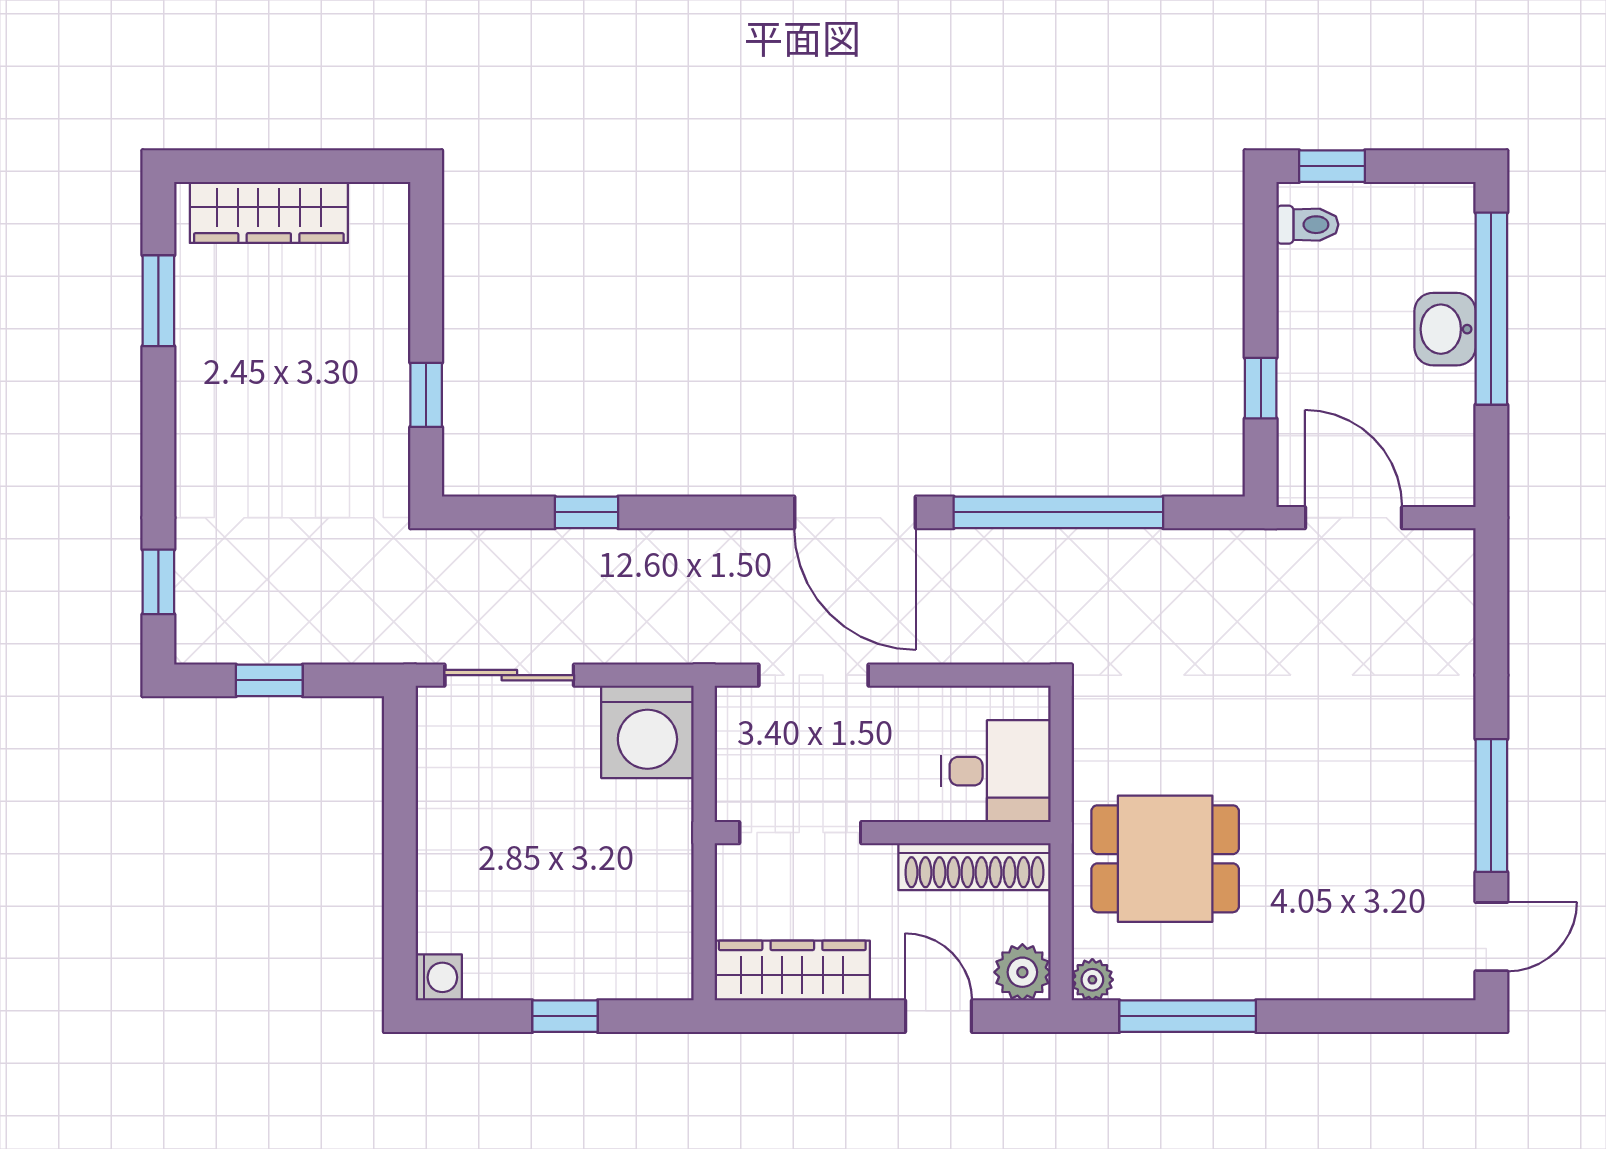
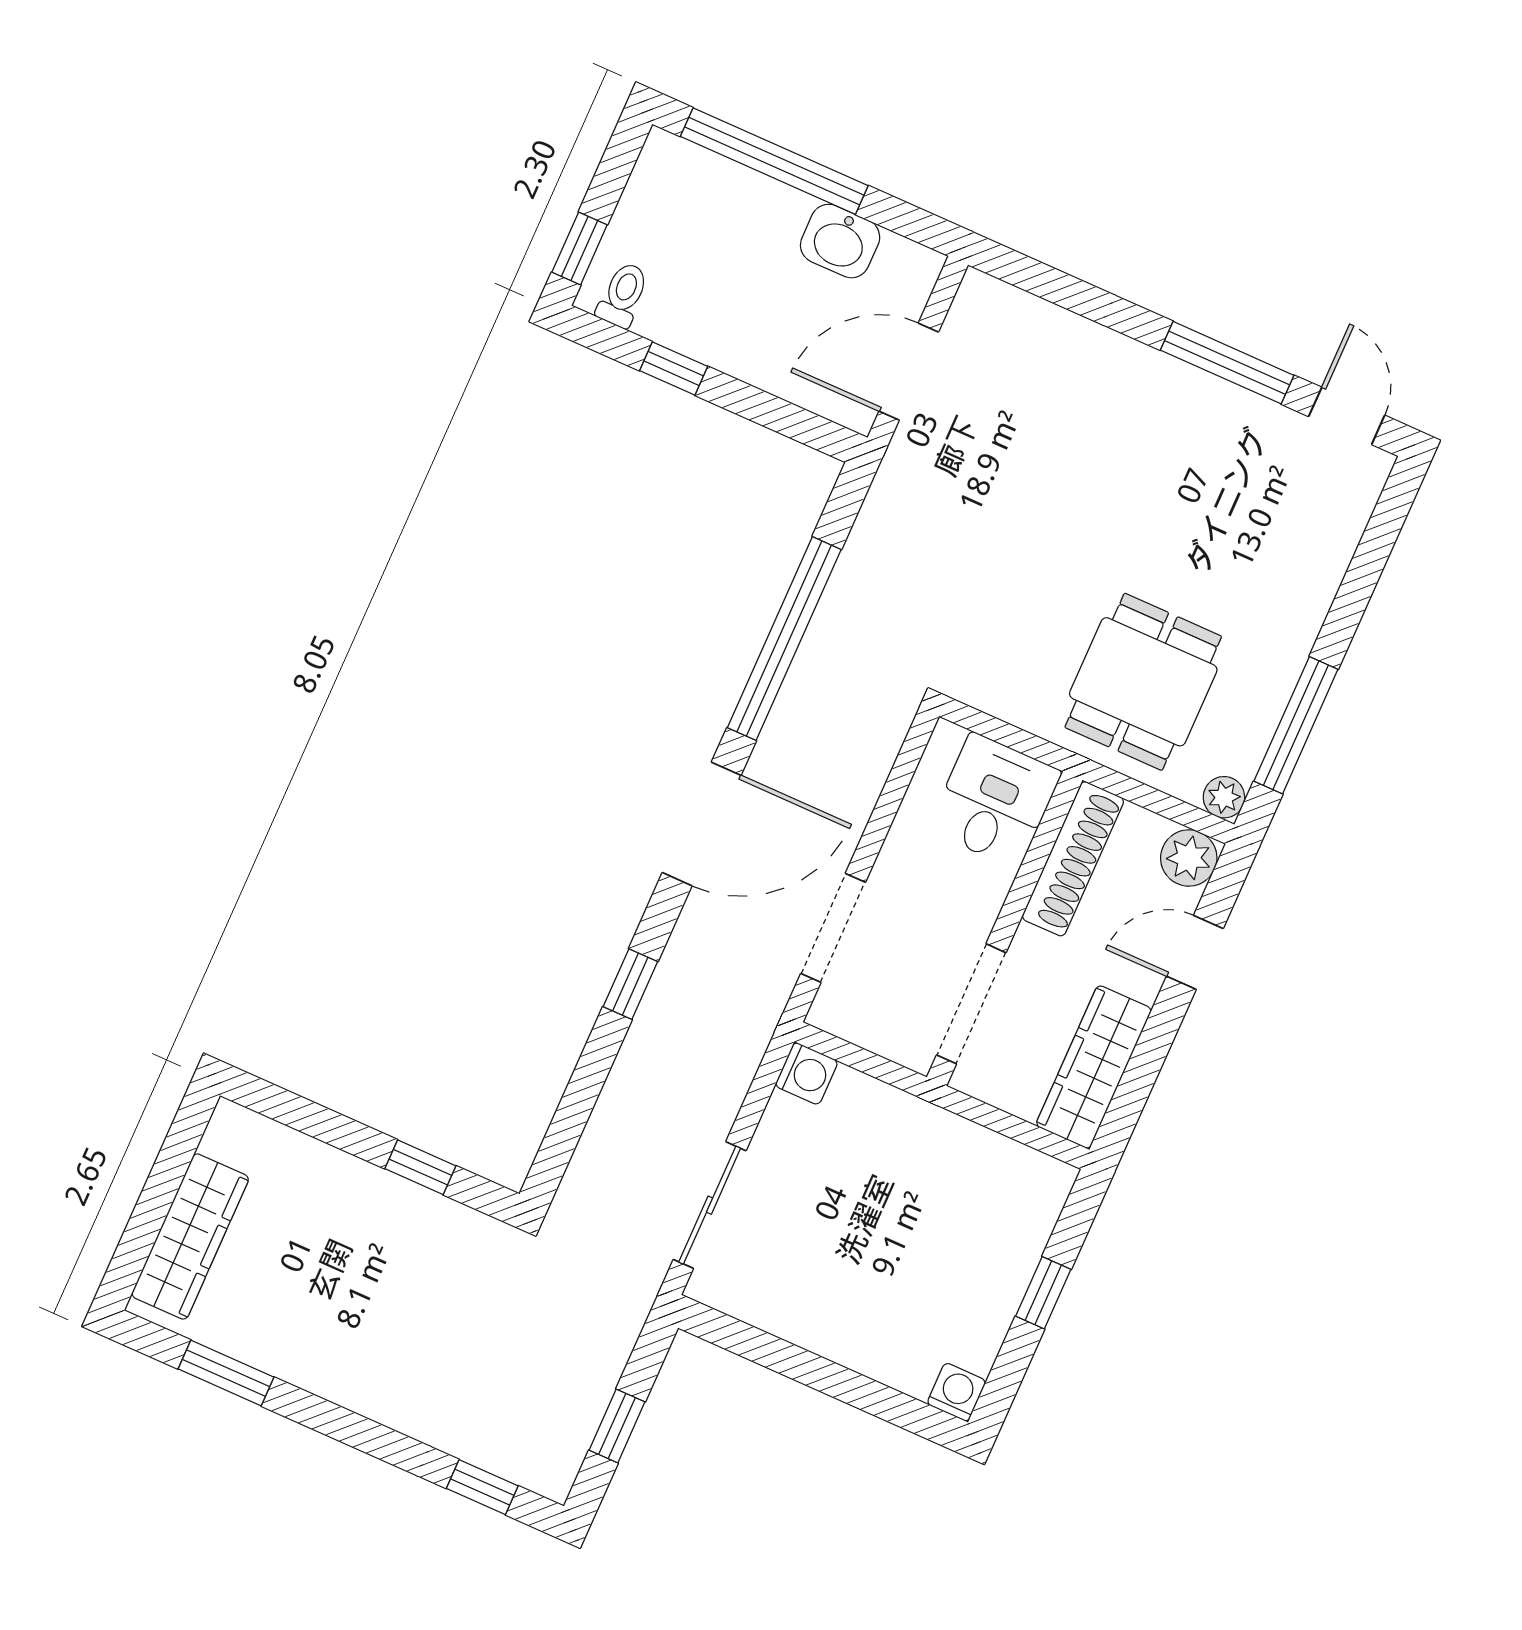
washbasin: (1445, 329) -> (840, 241), moved
window: (1261, 388) -> (674, 368), moved
window: (587, 512) -> (630, 984), moved
washing machine: (647, 732) -> (806, 1073), width x0.53, depth x0.53

